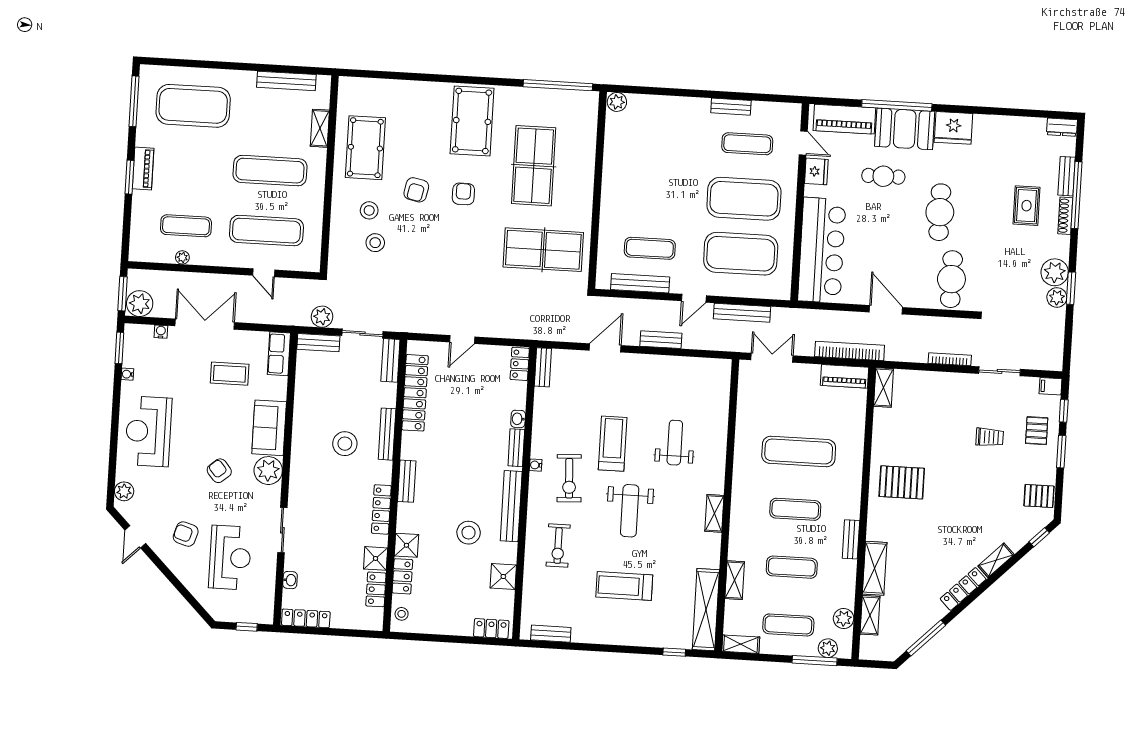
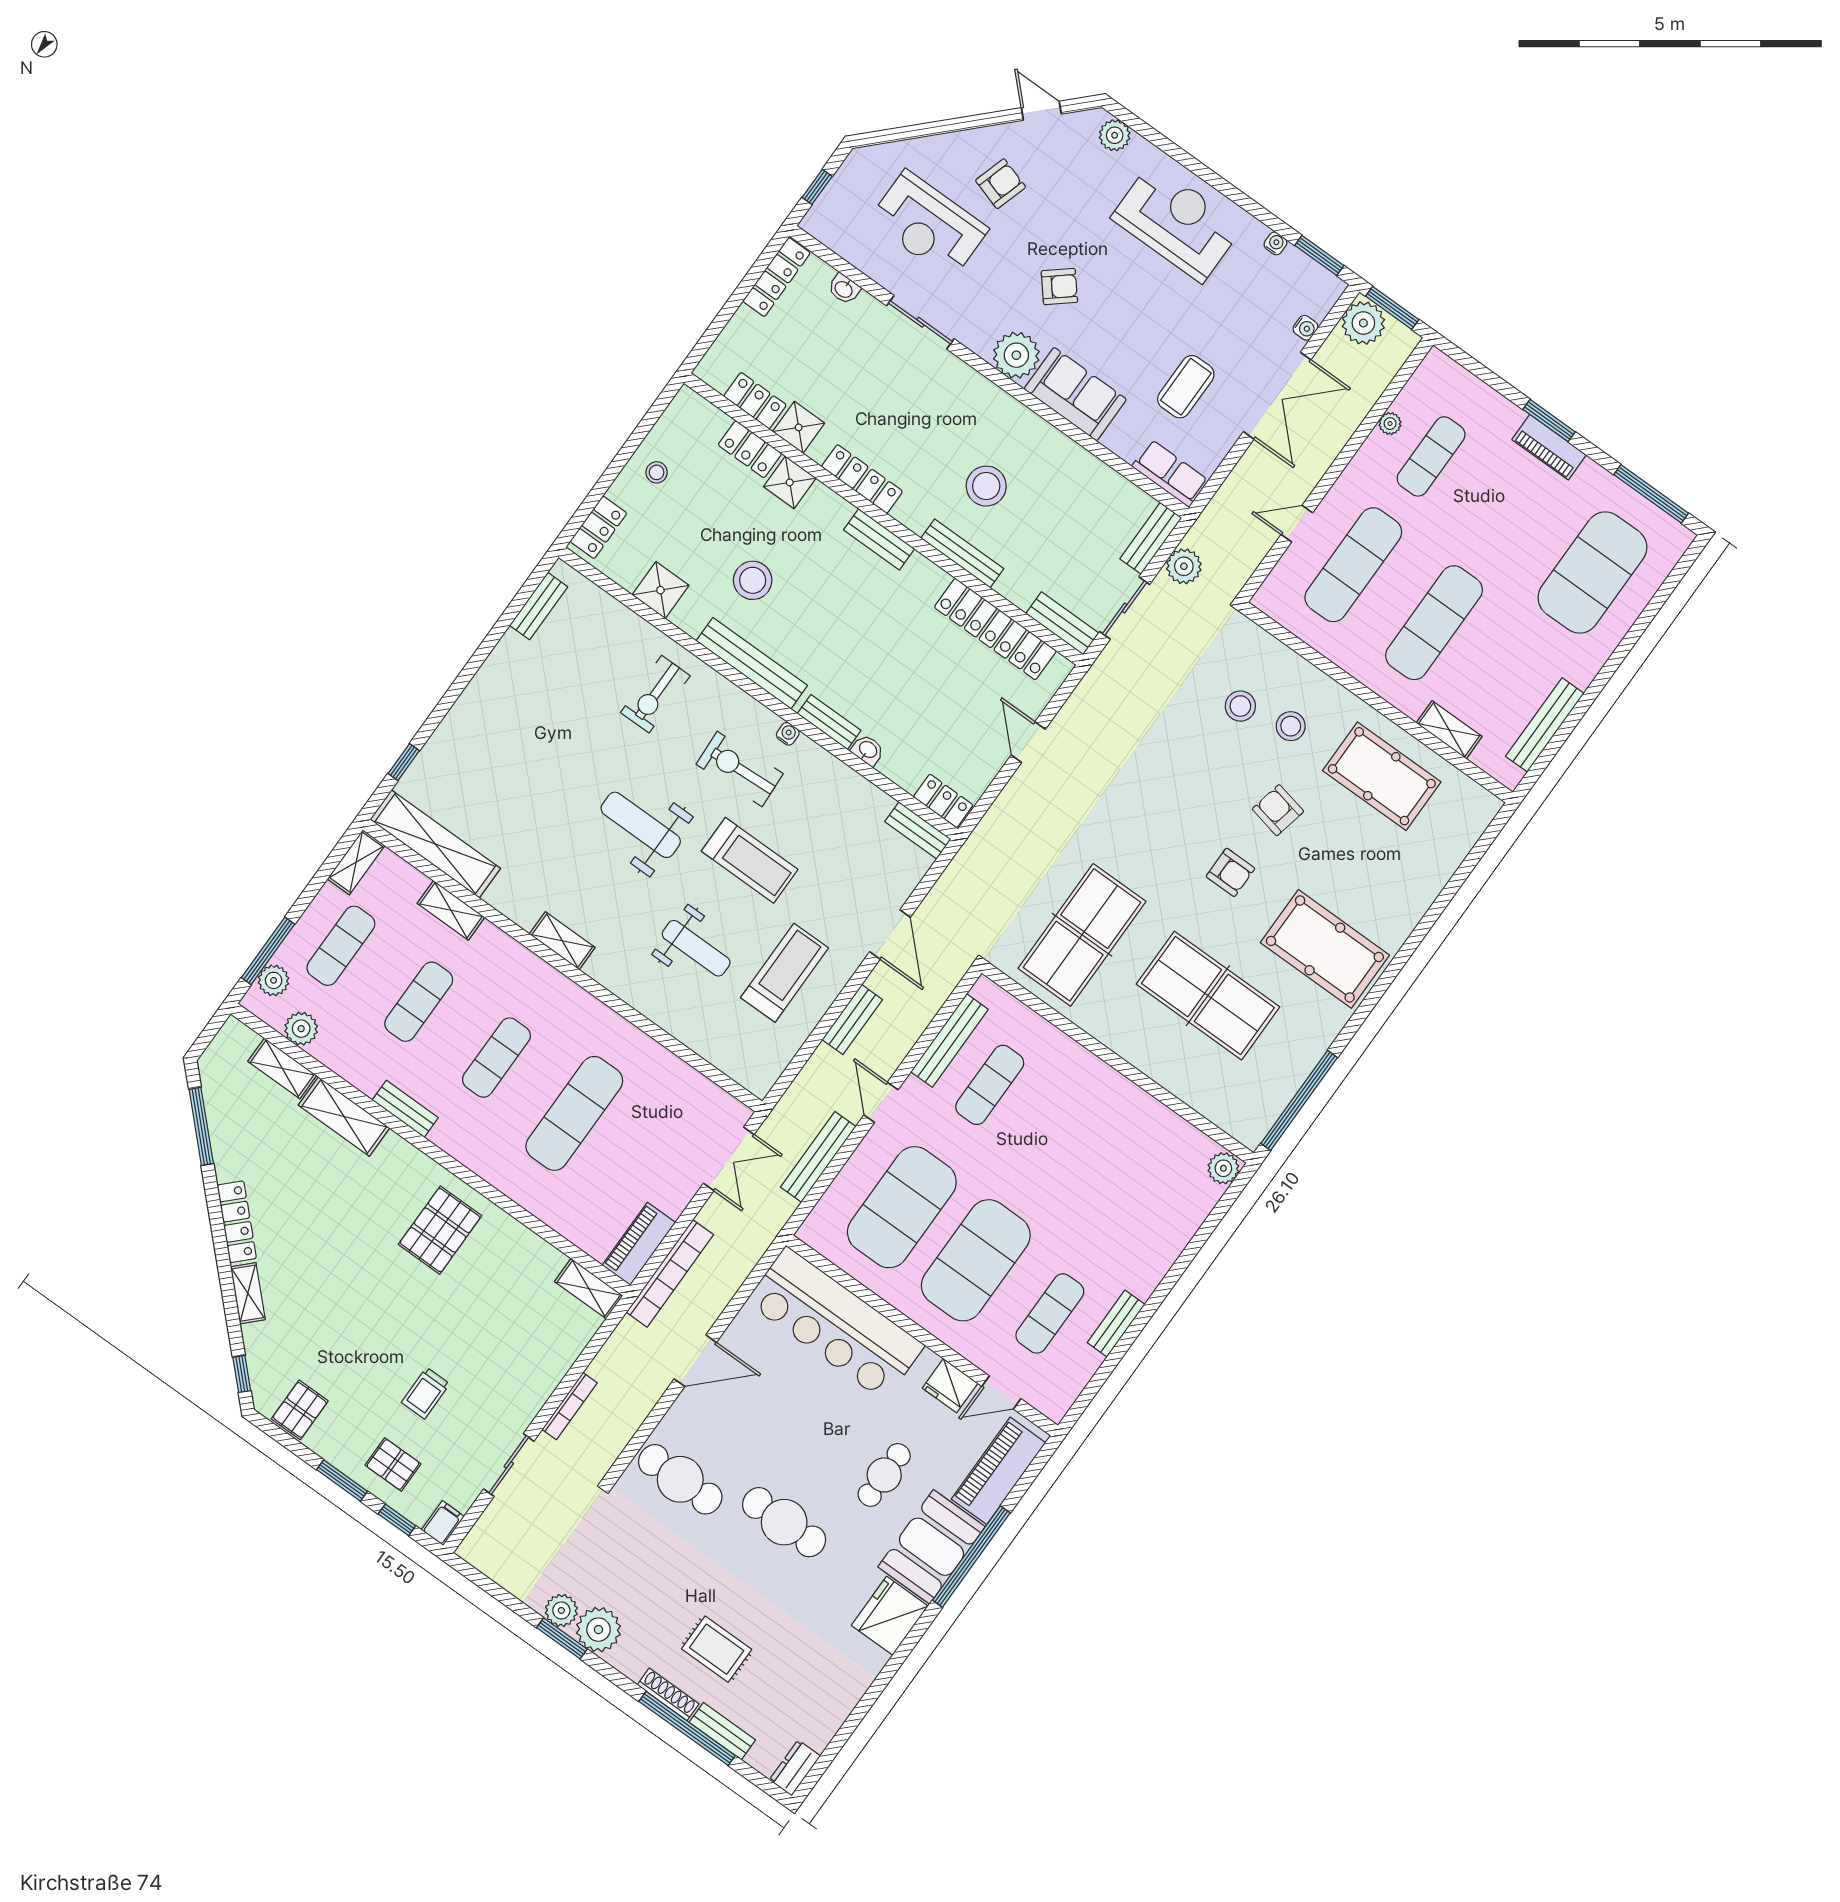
exercise bike: (558, 546) -> (655, 694), turned -90
treadmill: (624, 586) -> (785, 973), moved
stool: (402, 614) -> (657, 472), moved

